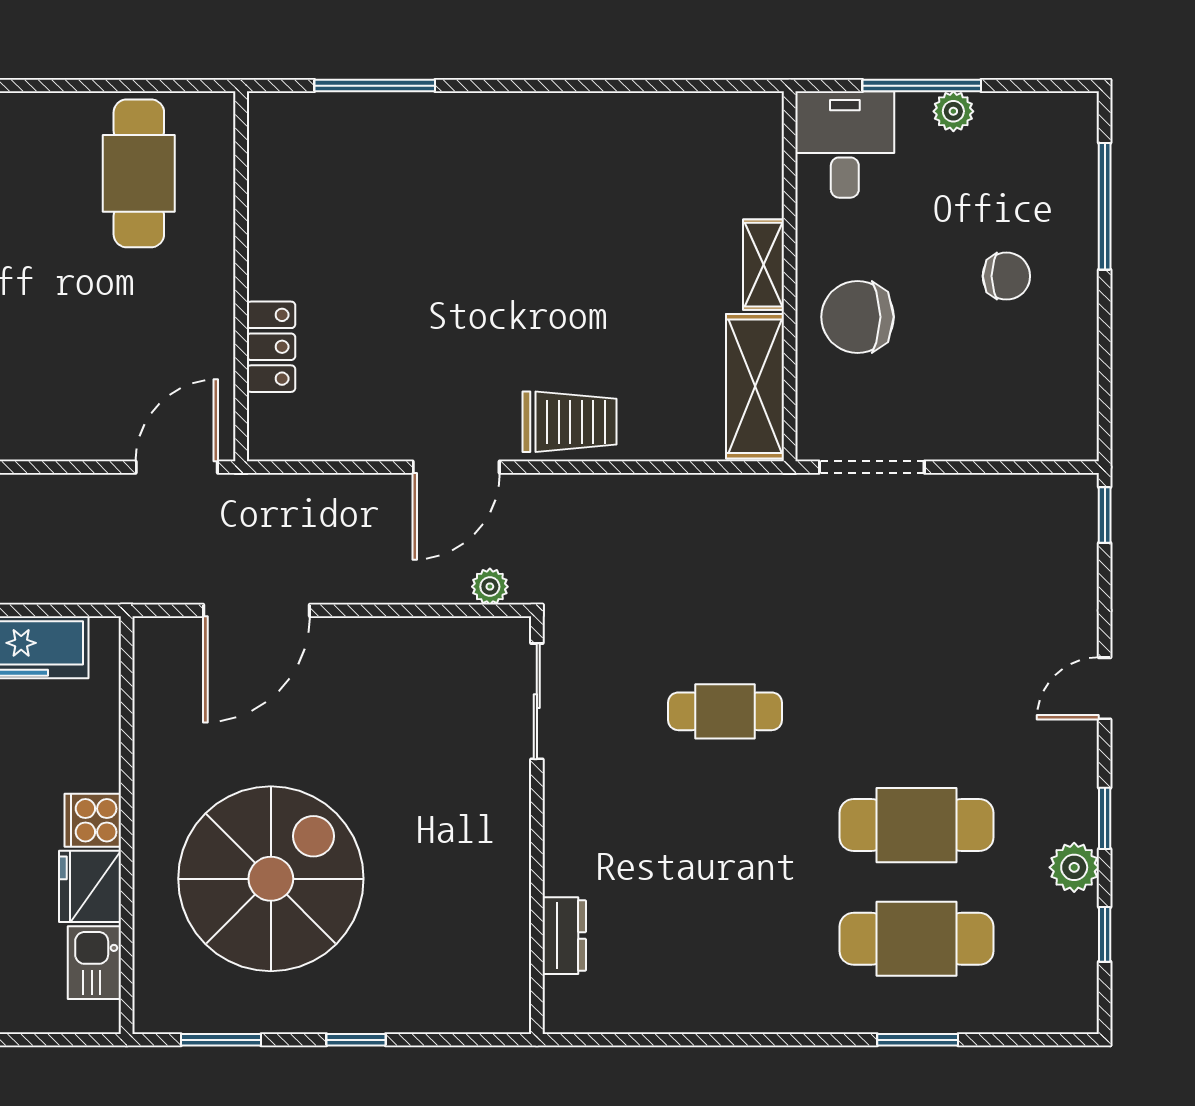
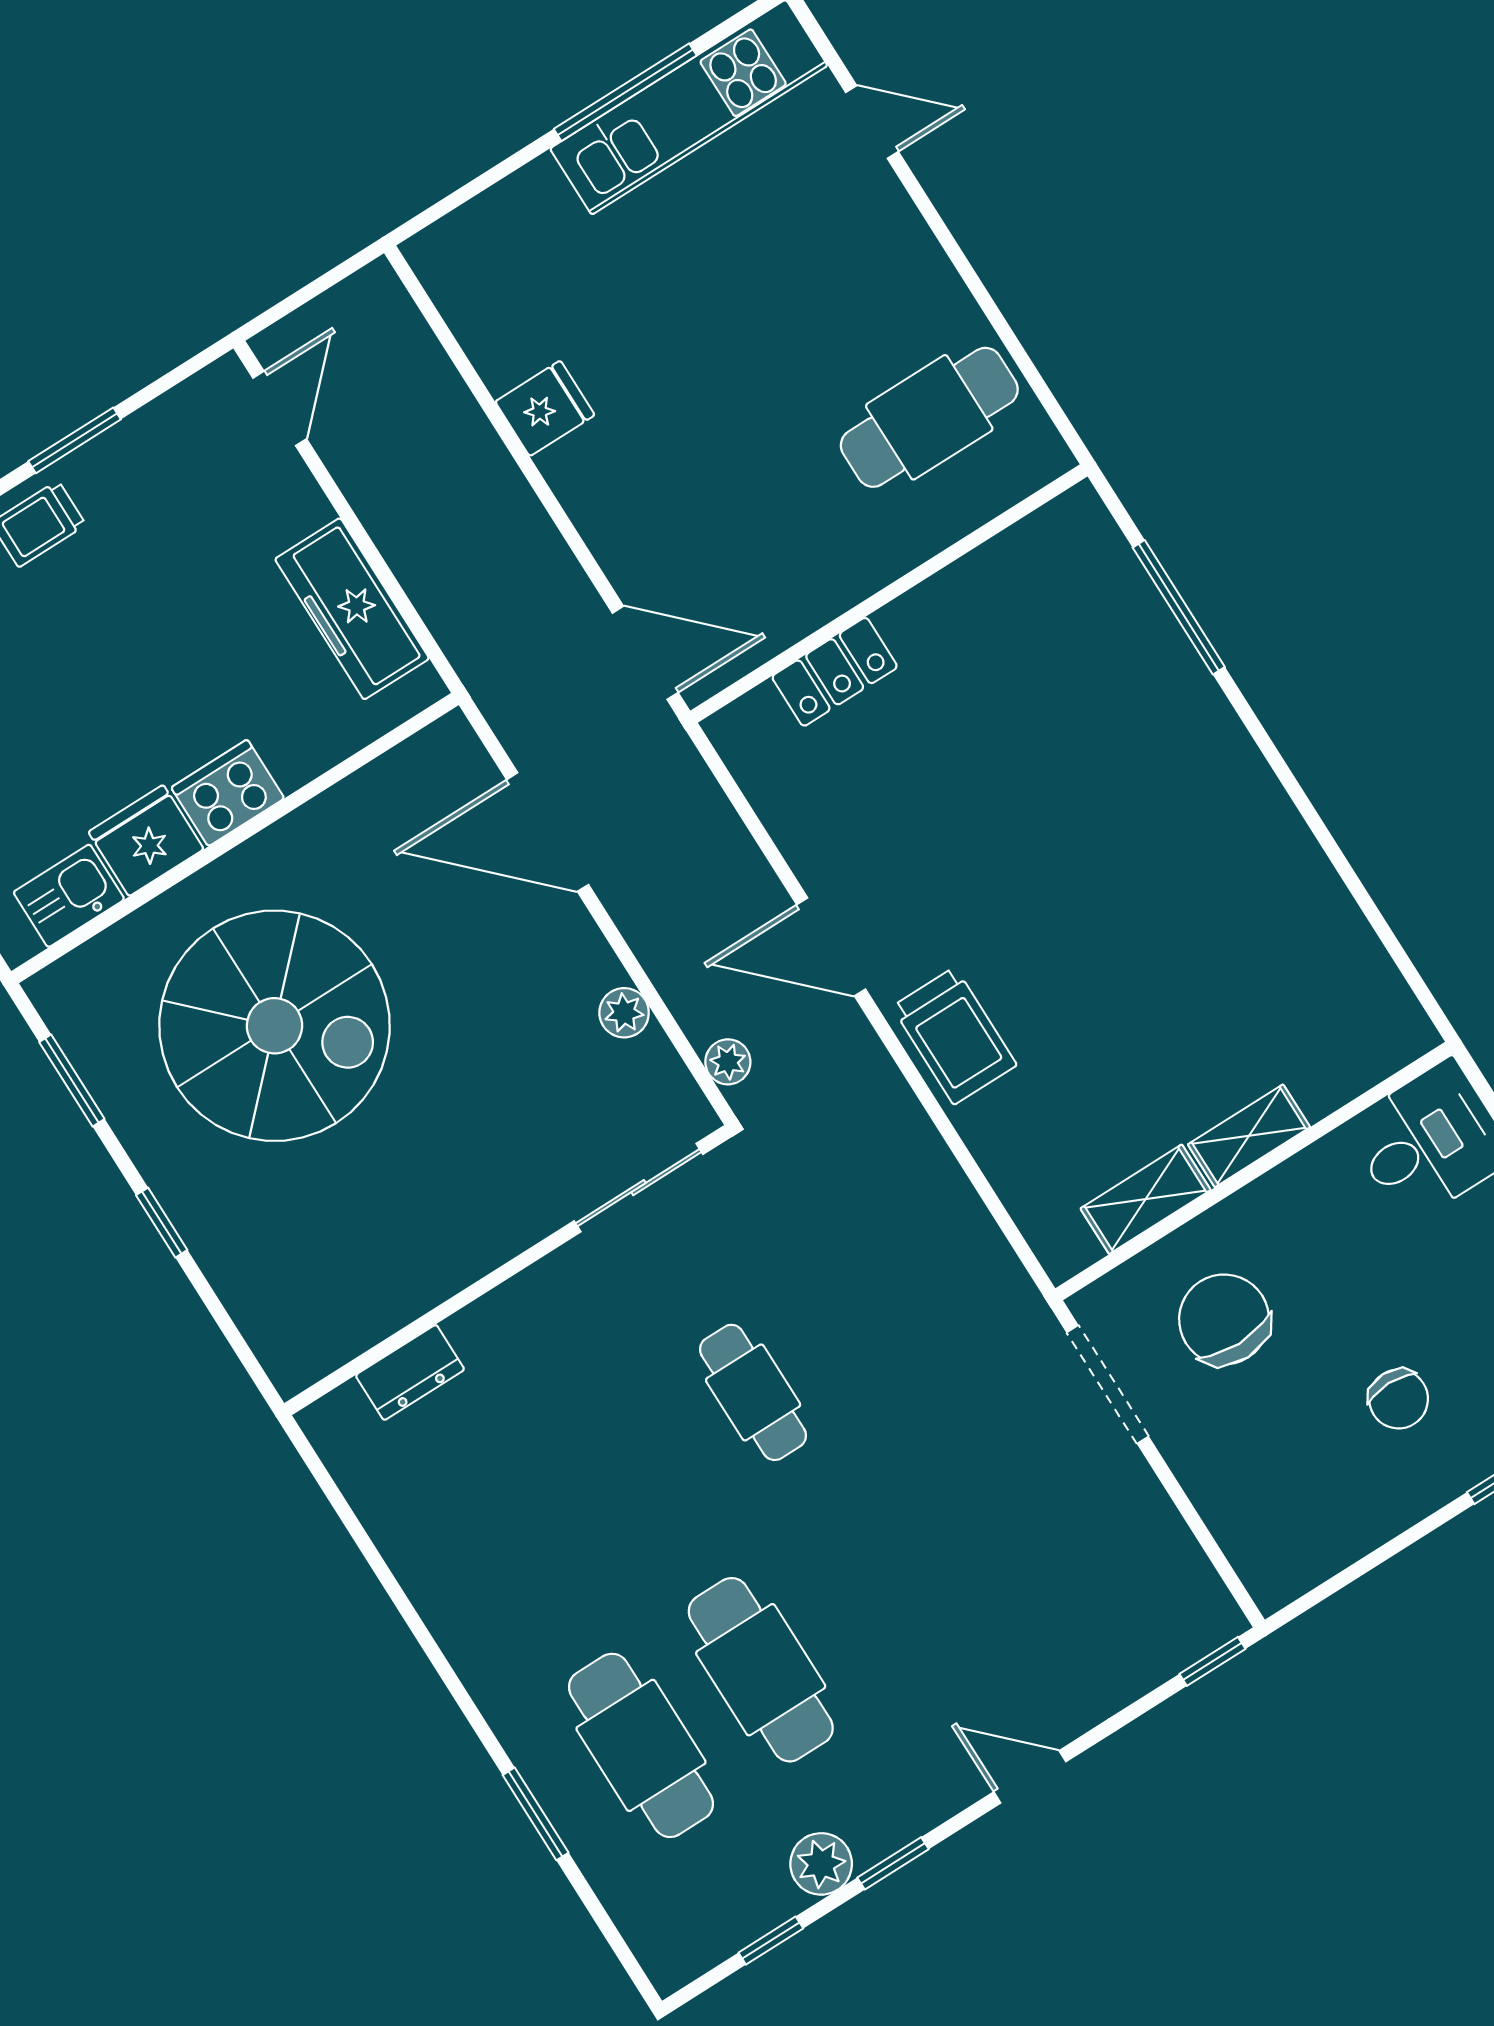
chair: (857, 317) -> (1224, 1319), moved
shelving: (755, 386) -> (1146, 1199), width x0.67, depth x0.75
plant: (412, 636) -> (624, 1013), added
cooker: (93, 820) -> (228, 793), width x1.36

